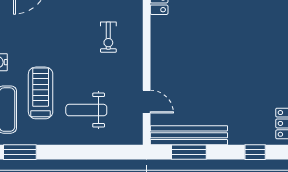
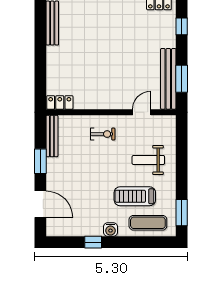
exercise bike: (108, 37) -> (103, 134), moved
weight bench: (86, 110) -> (148, 160), turned 90

